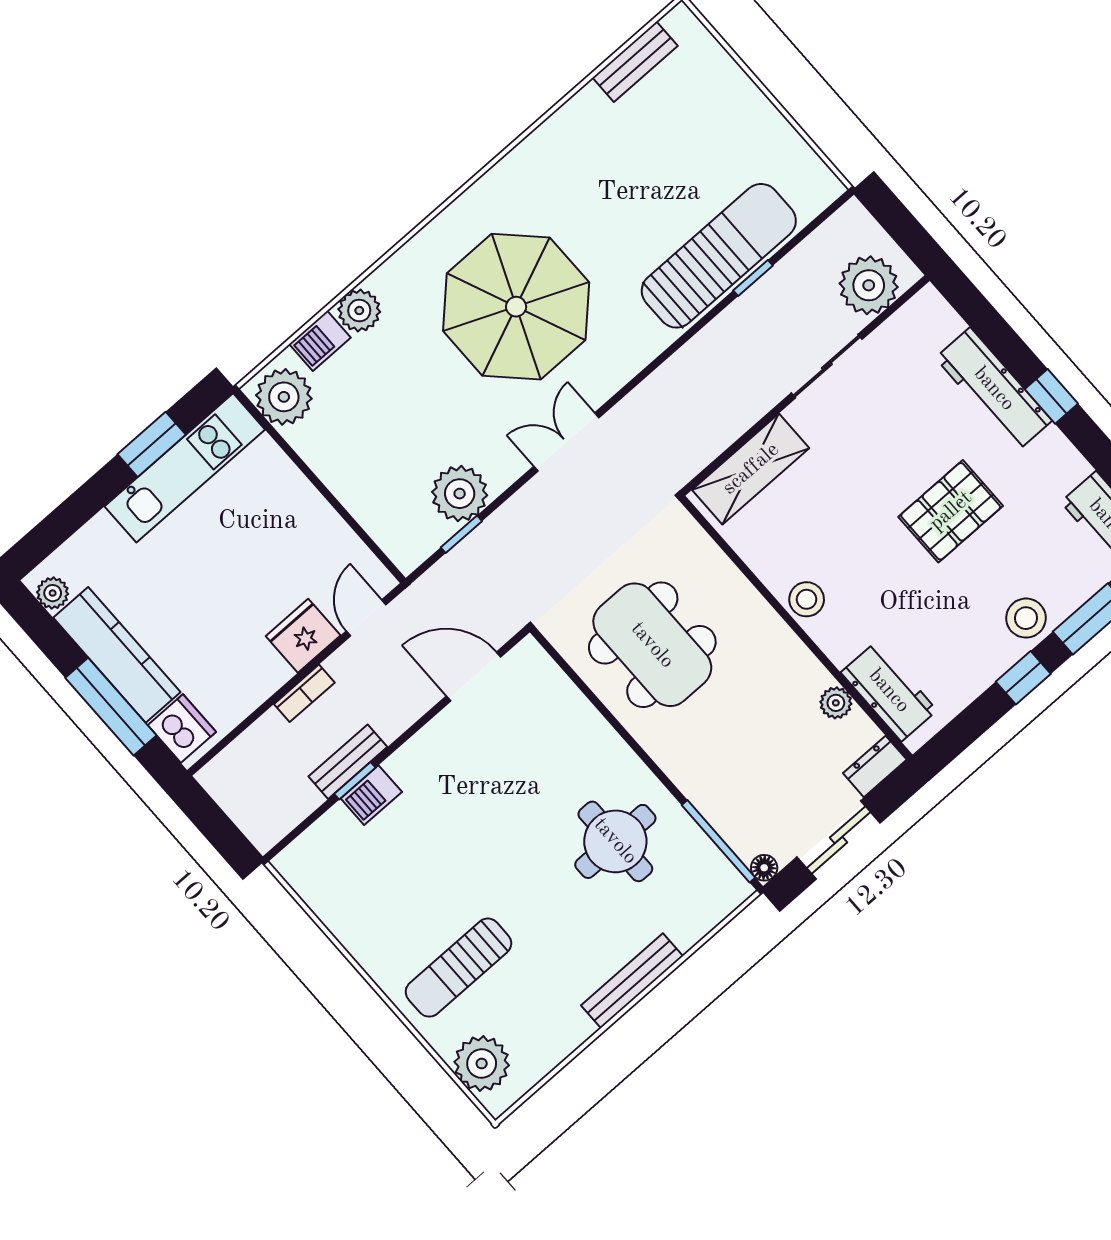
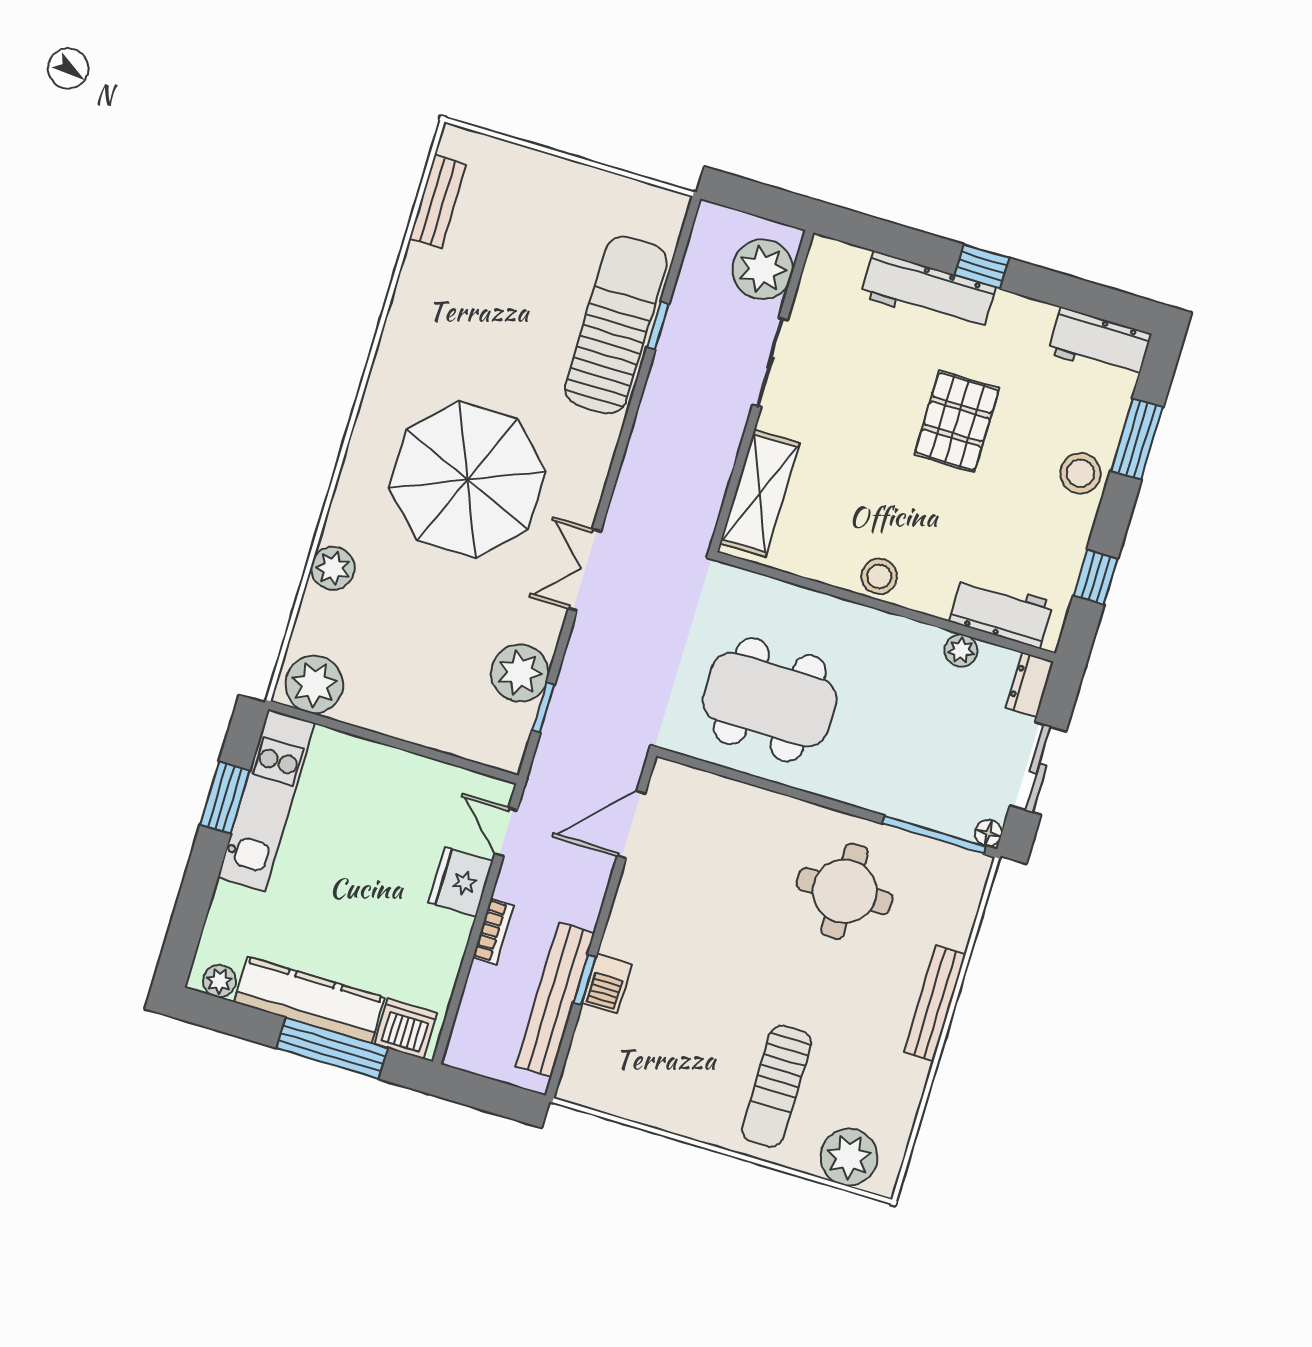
barbecue: (320, 341) -> (315, 616), removed
window: (1023, 678) -> (1095, 577), moved
bench: (348, 762) -> (555, 1000), width x1.86, depth x1.21

